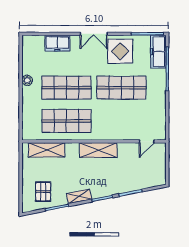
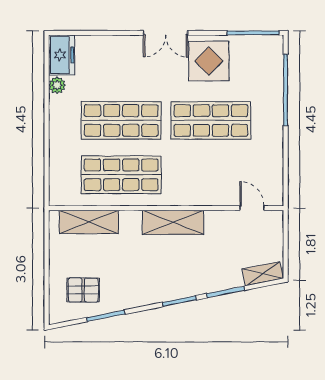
freezer: (57, 43) -> (62, 55), moved, turned -90
freezer: (158, 52) -> (271, 62), removed
plant: (27, 80) -> (57, 85), moved
door: (147, 141) -> (252, 208), swing flipped
pallet: (43, 192) -> (83, 290), turned 90
shelving: (79, 196) -> (263, 274), moved

